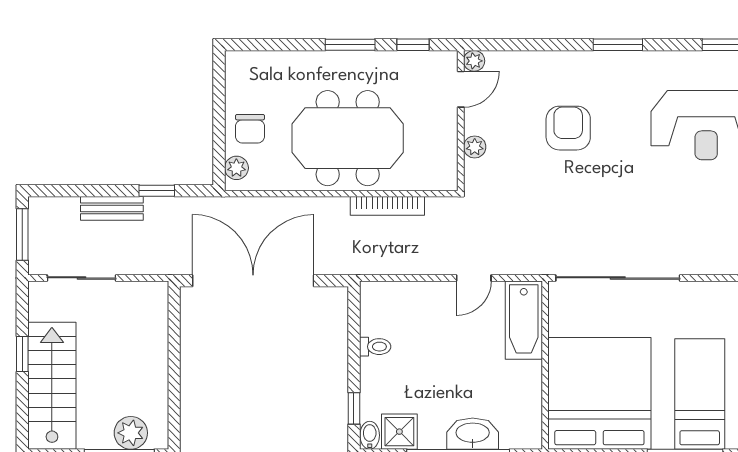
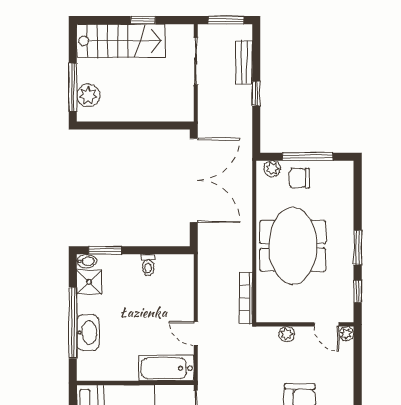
window: (219, 117) -> (308, 157), added
window: (157, 191) -> (256, 93), moved
bookcase: (387, 206) -> (246, 298), moved
bench: (112, 208) -> (244, 62), moved
window: (354, 408) -> (105, 250), width x1.50

